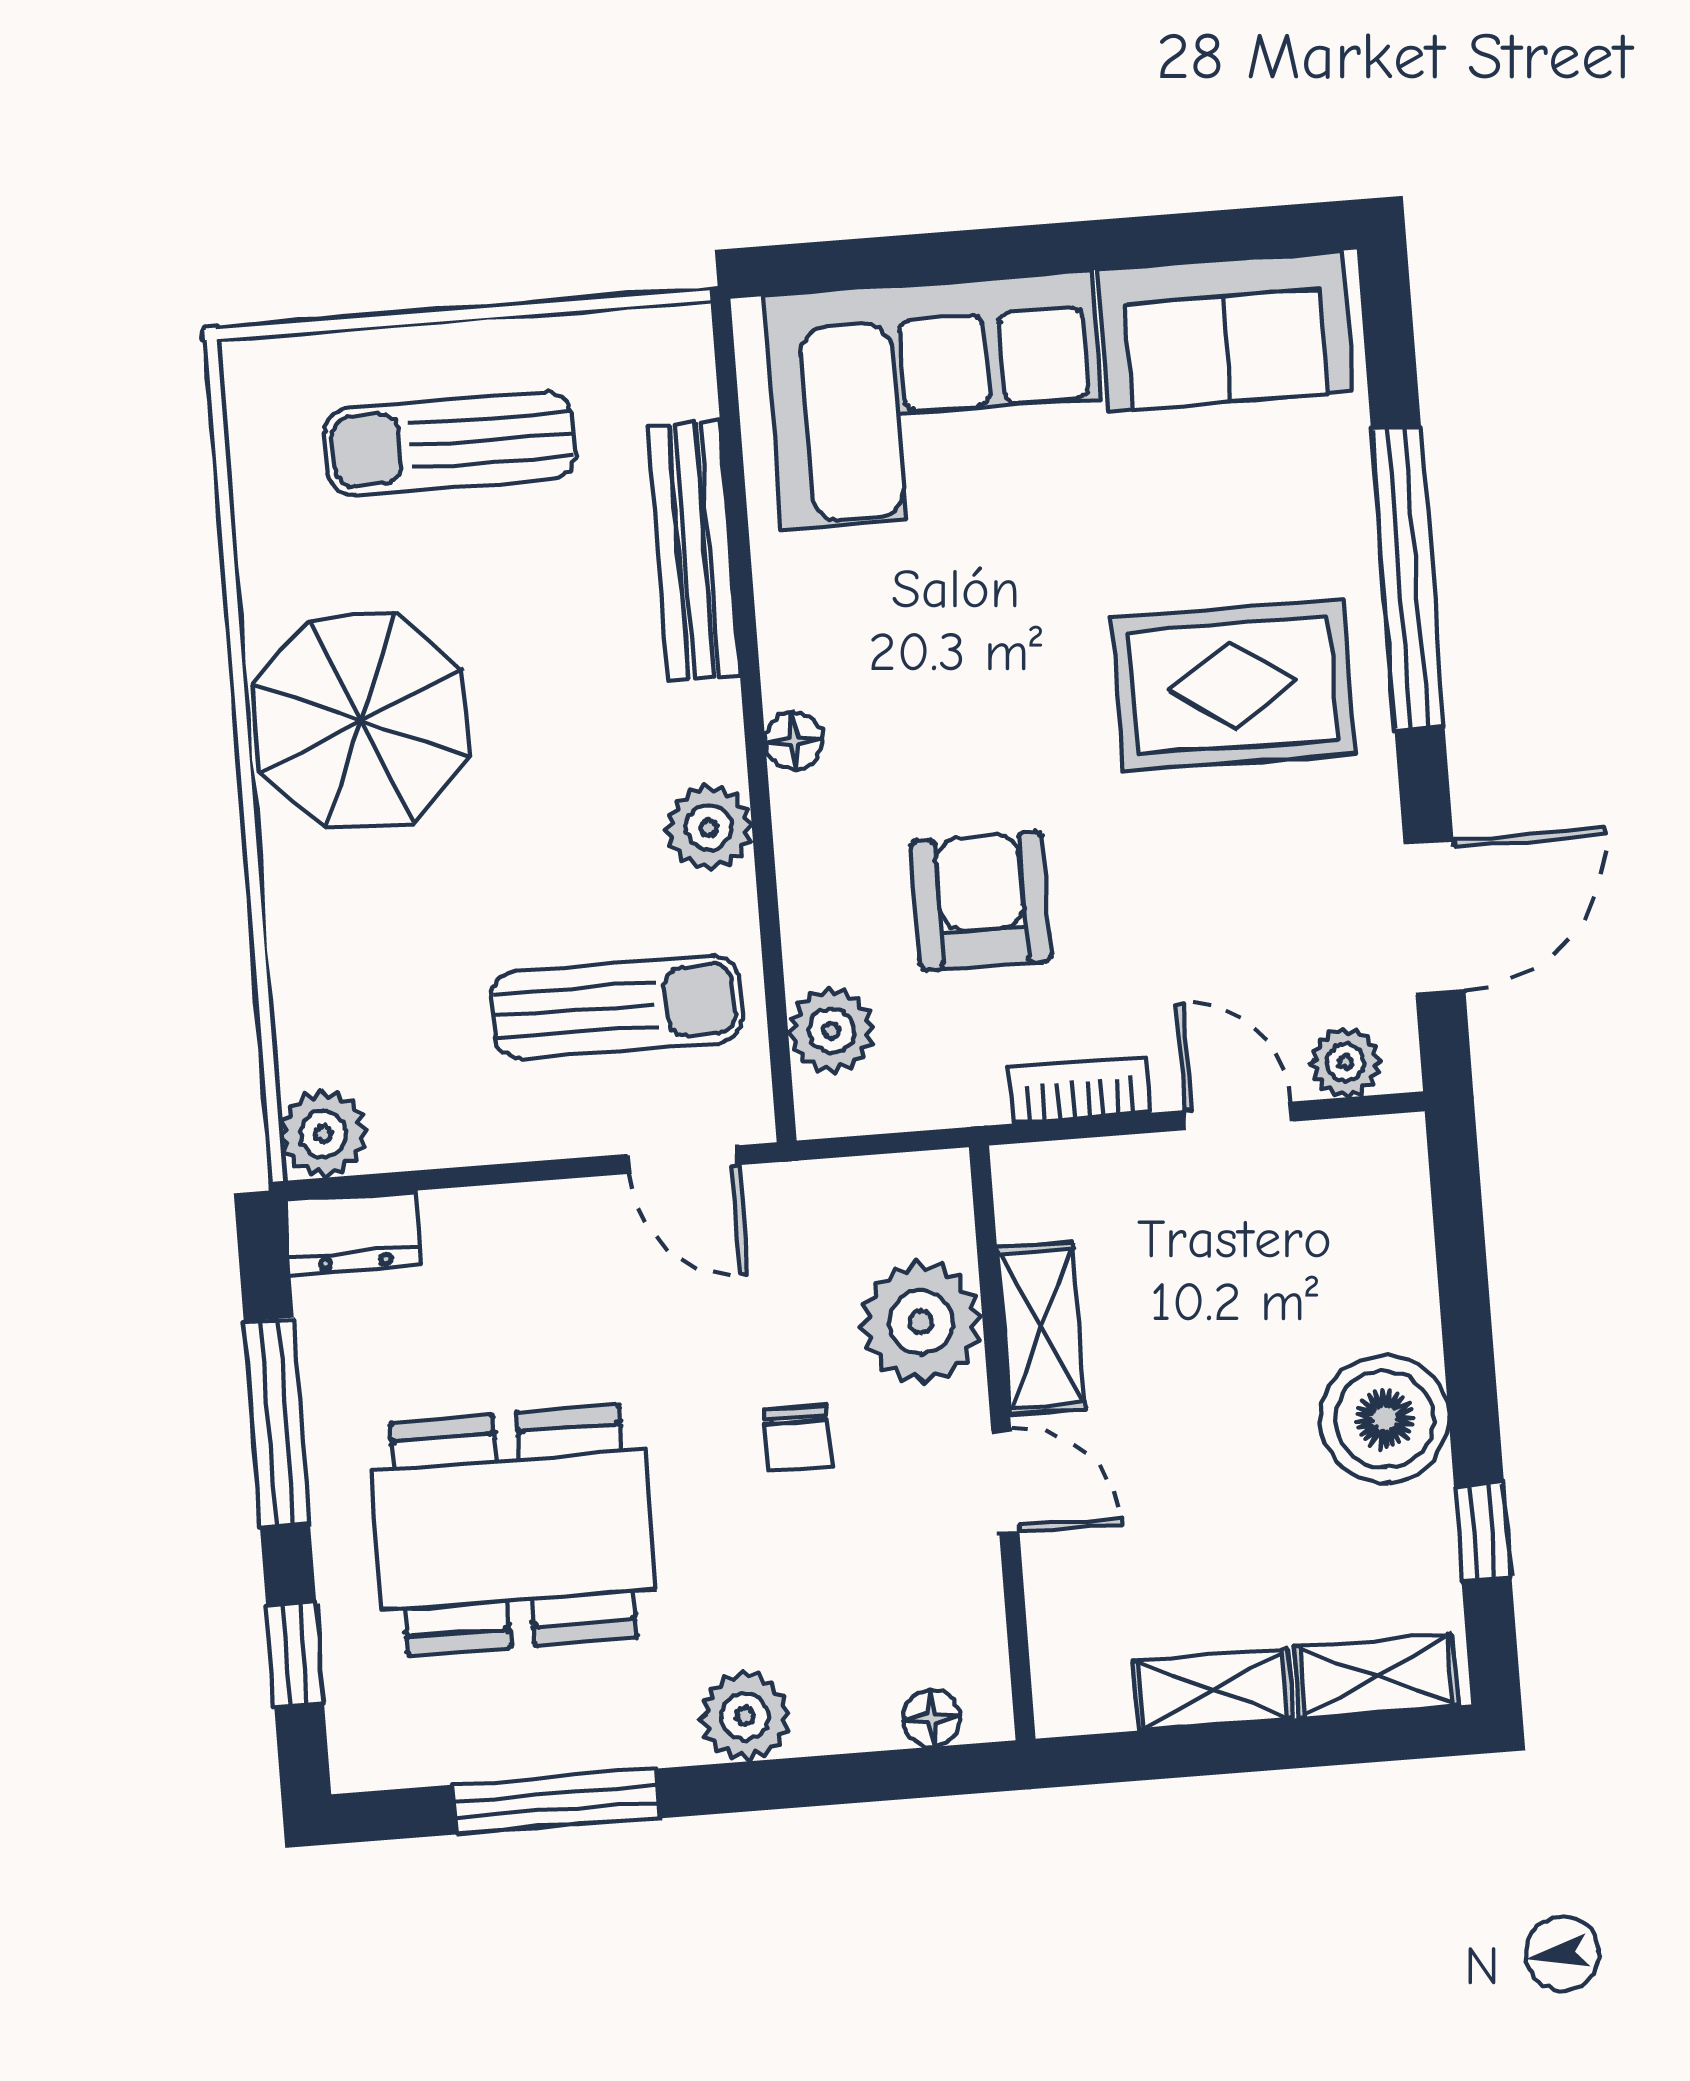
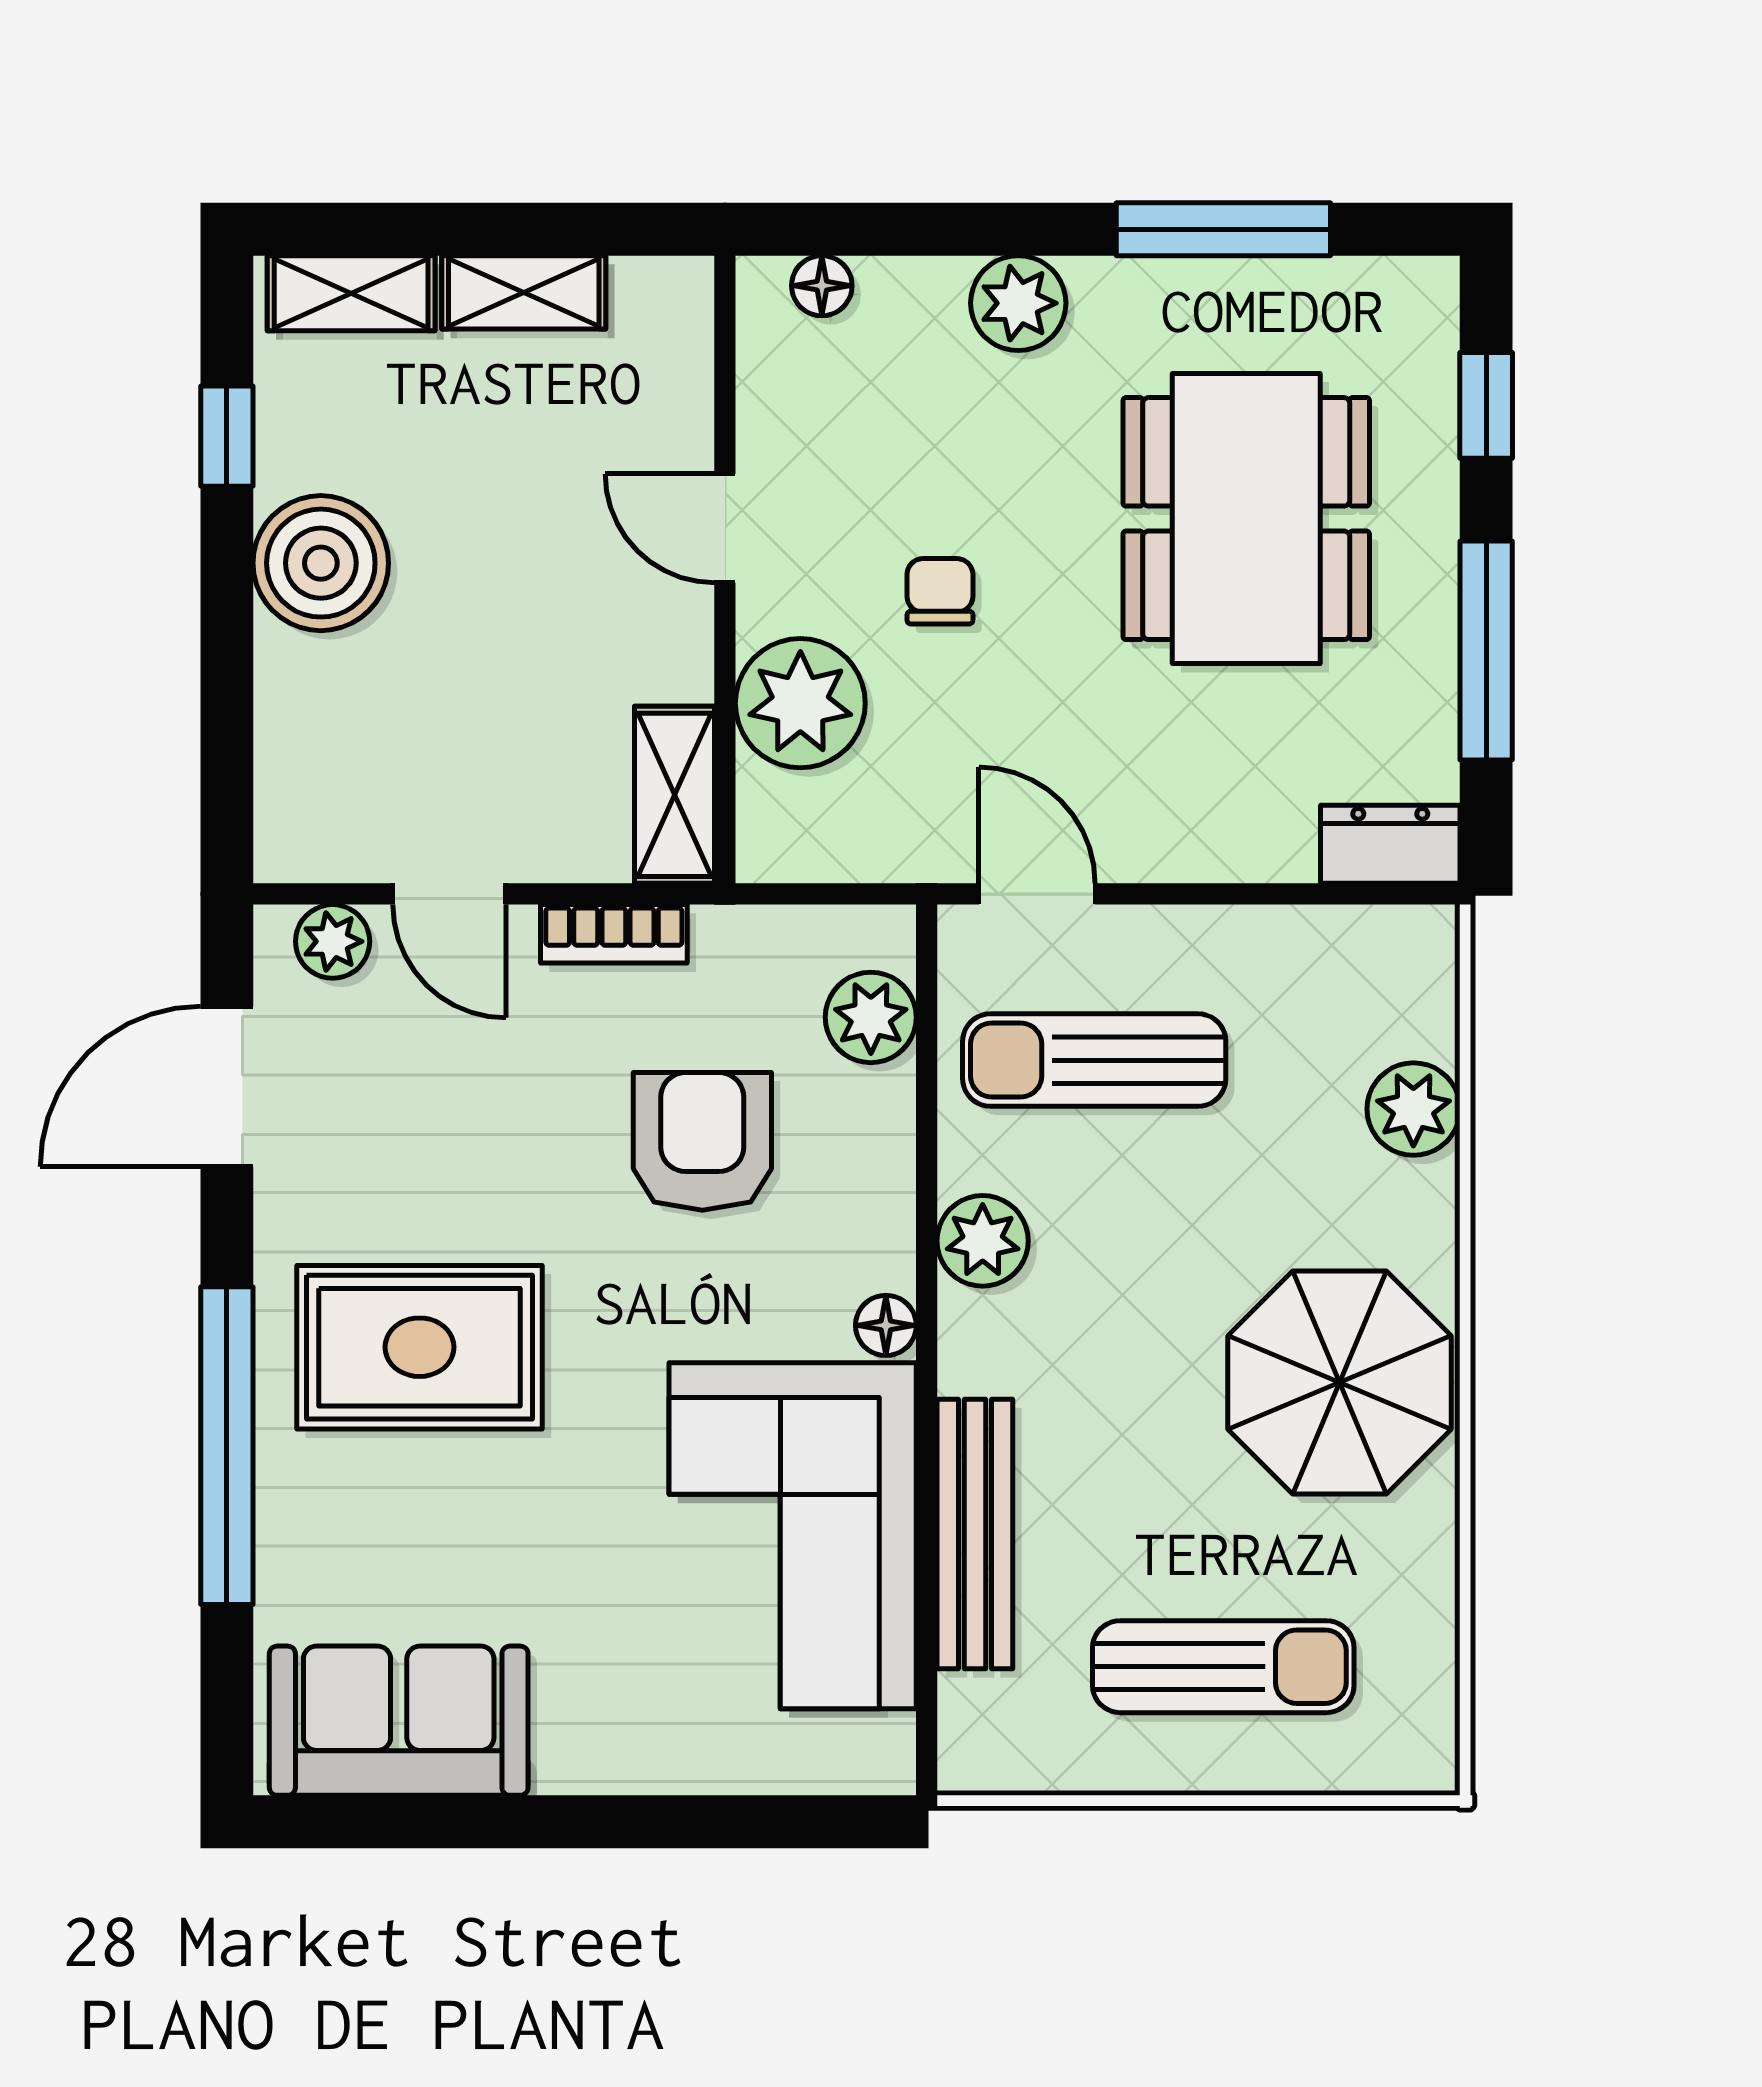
corner sofa: (936, 400) -> (793, 1536), moved, turned -90
armchair: (981, 901) -> (702, 1141), turned 180
plant: (323, 1134) -> (1413, 1109), moved
shelving: (1041, 1328) -> (675, 795), moved
dining table: (513, 1530) -> (1246, 519), turned 90

